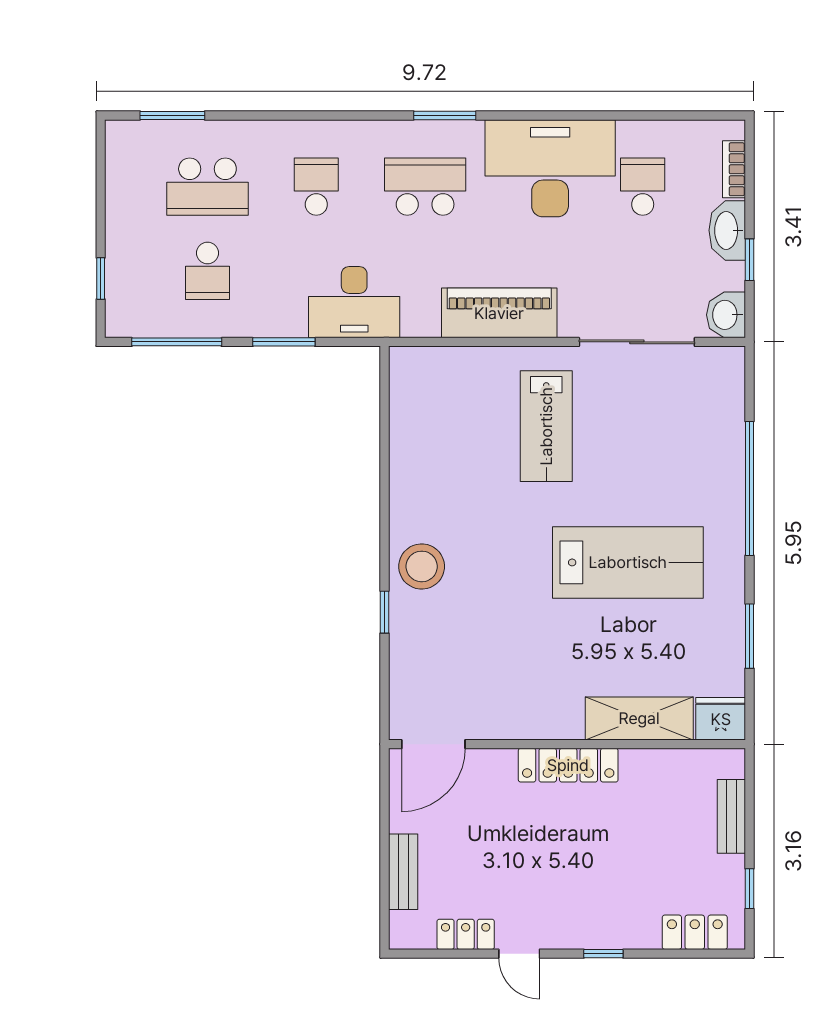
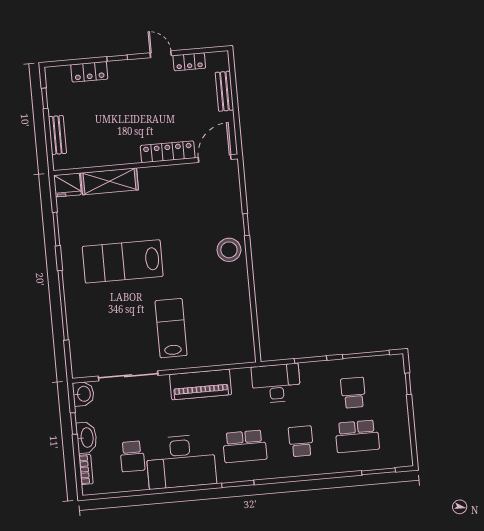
school desk: (207, 187) -> (357, 436), turned 180
school desk: (316, 187) -> (301, 441), turned 180
locker: (568, 765) -> (168, 152), moved
locker: (695, 932) -> (89, 72), moved

